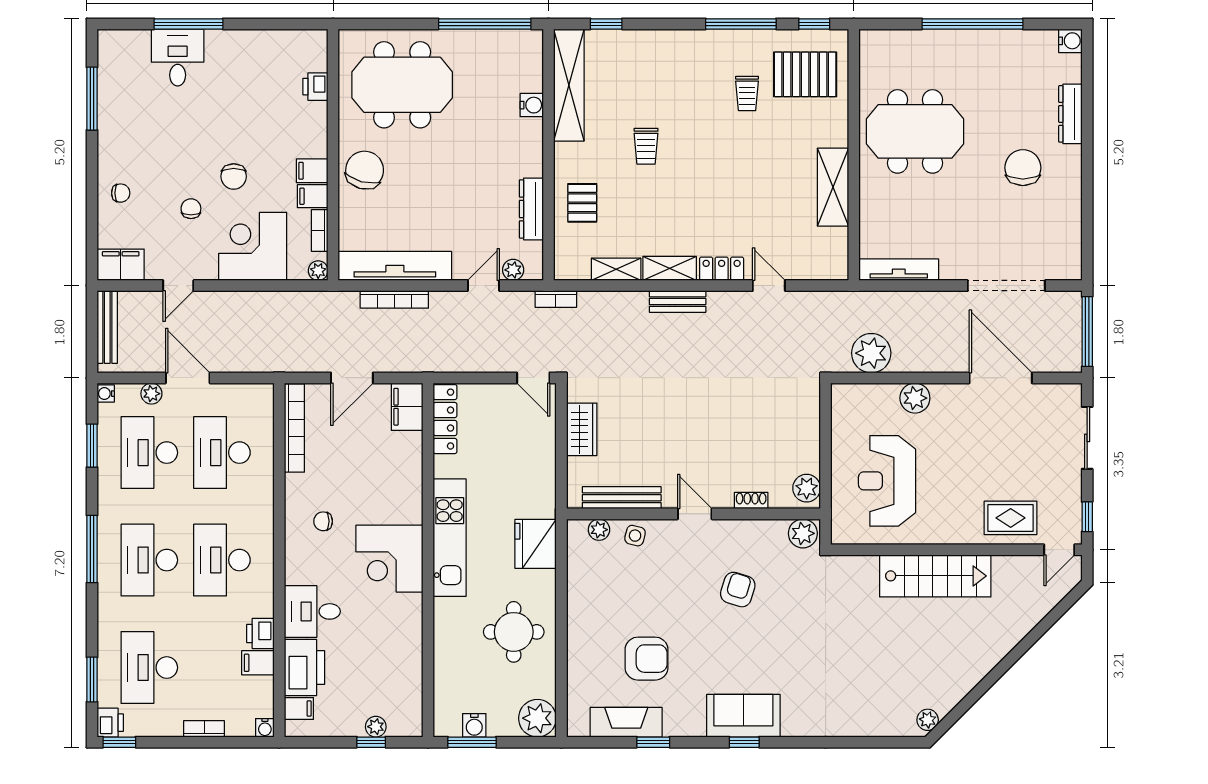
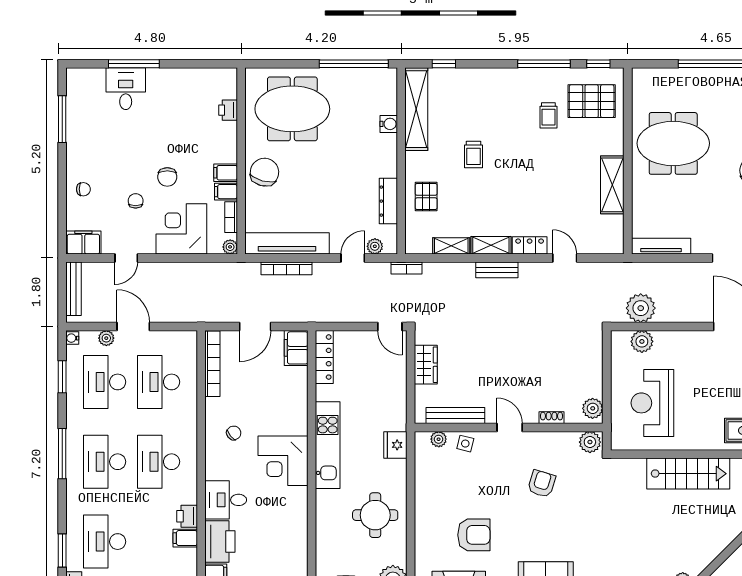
plant: (915, 398) -> (642, 341), moved
chair: (323, 521) -> (234, 433), turned 141
fridge: (536, 544) -> (395, 445), width x0.73, depth x0.75

